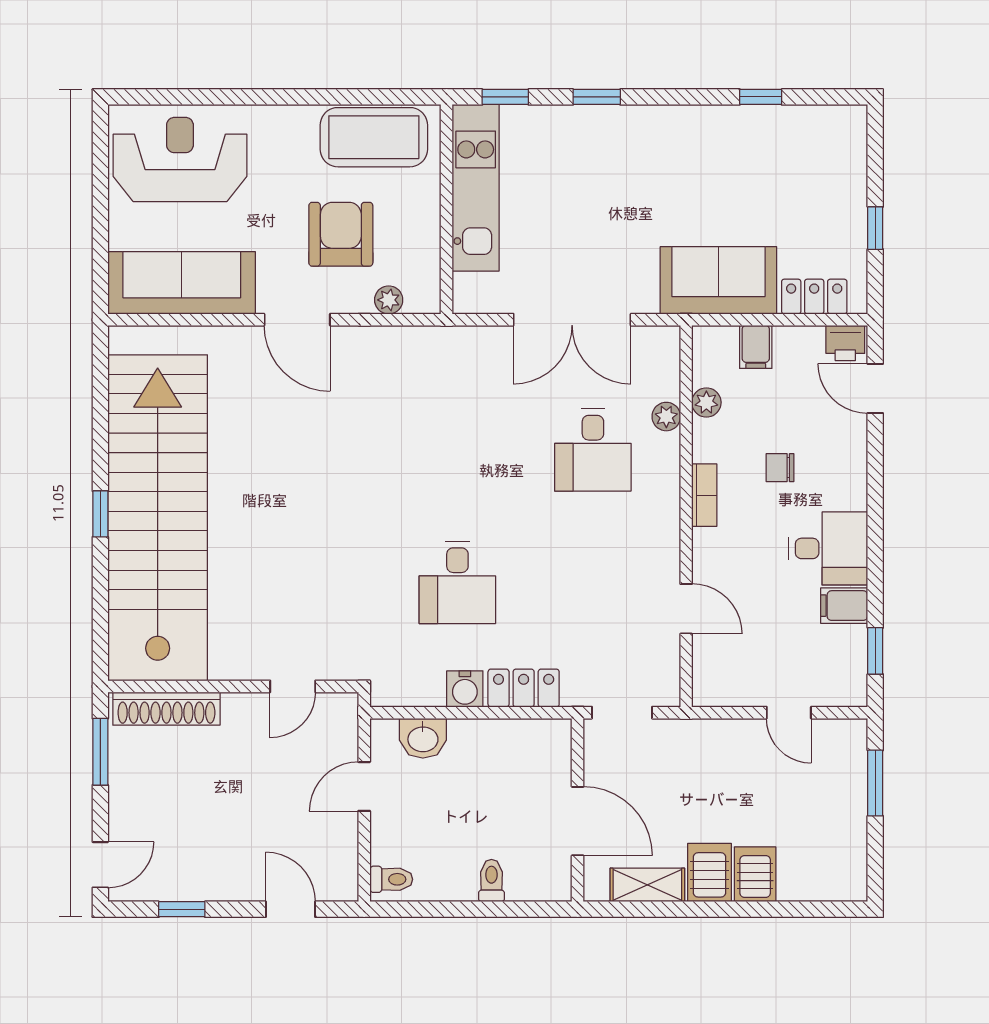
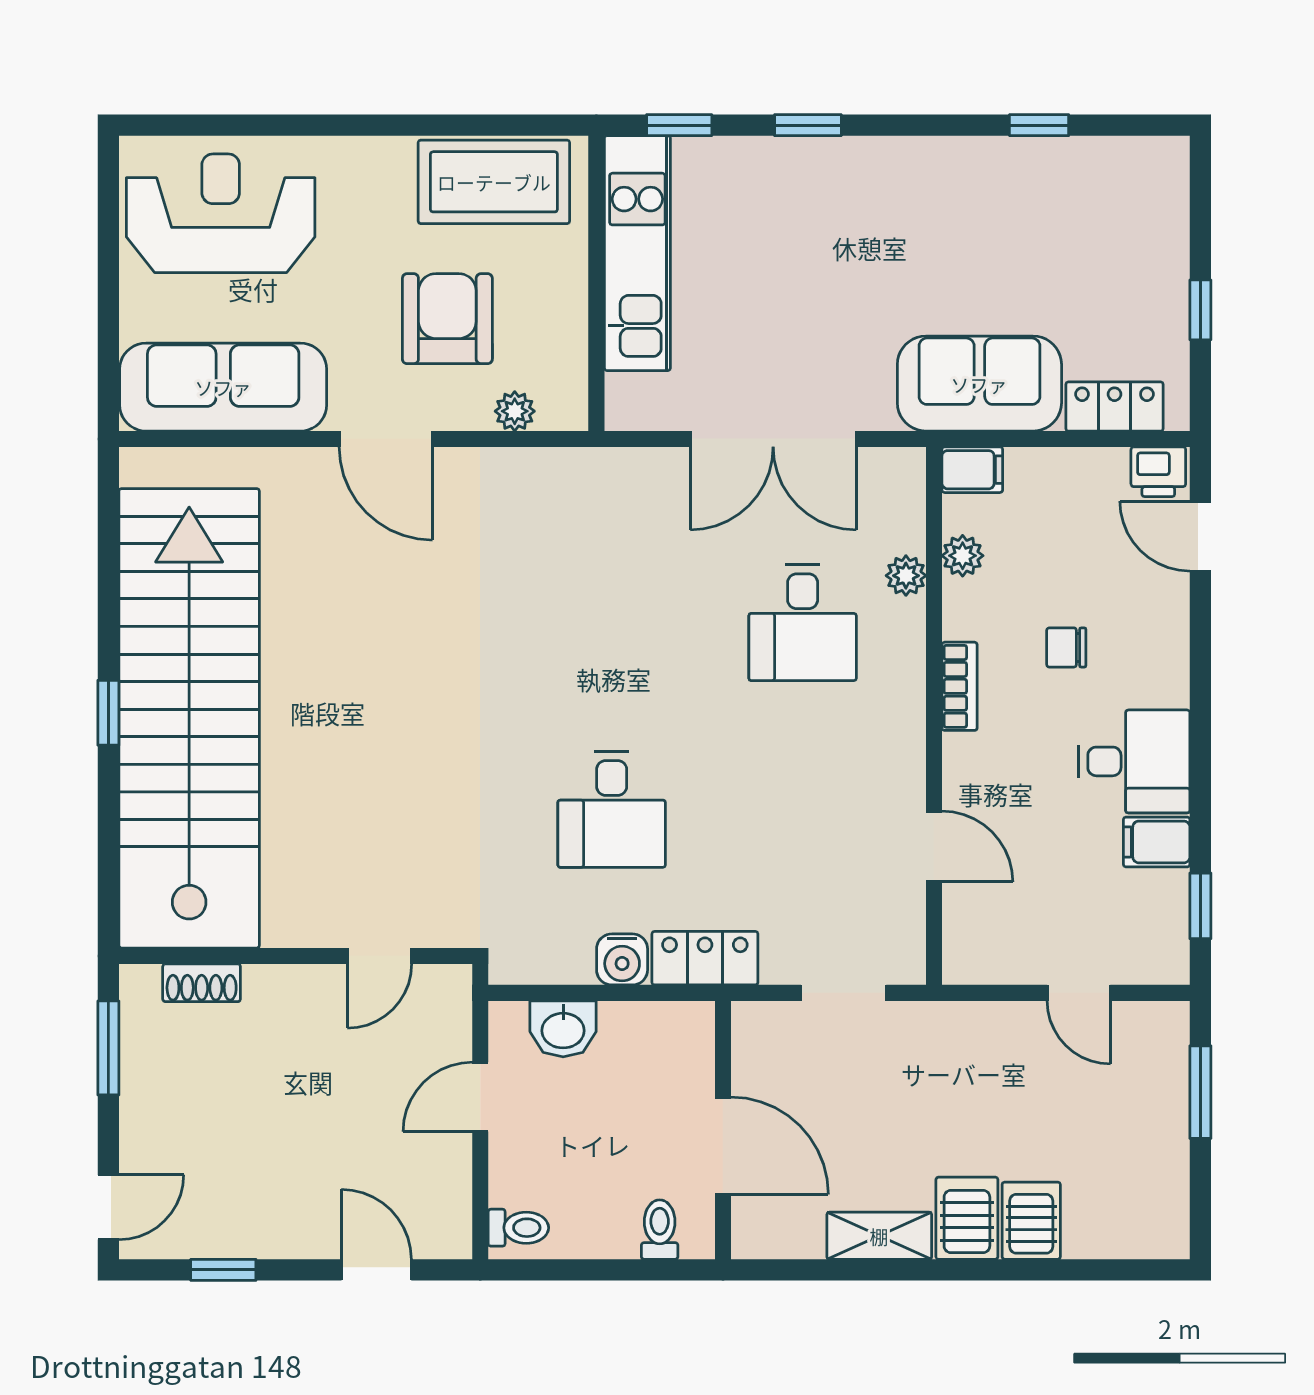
filing cabinet: (756, 347) -> (972, 470), moved, turned -90
shoe rack: (166, 709) -> (202, 983), width x0.51, depth x0.81
wall: (578, 810) -> (723, 1130), moved
door: (578, 821) -> (723, 1146), moved

